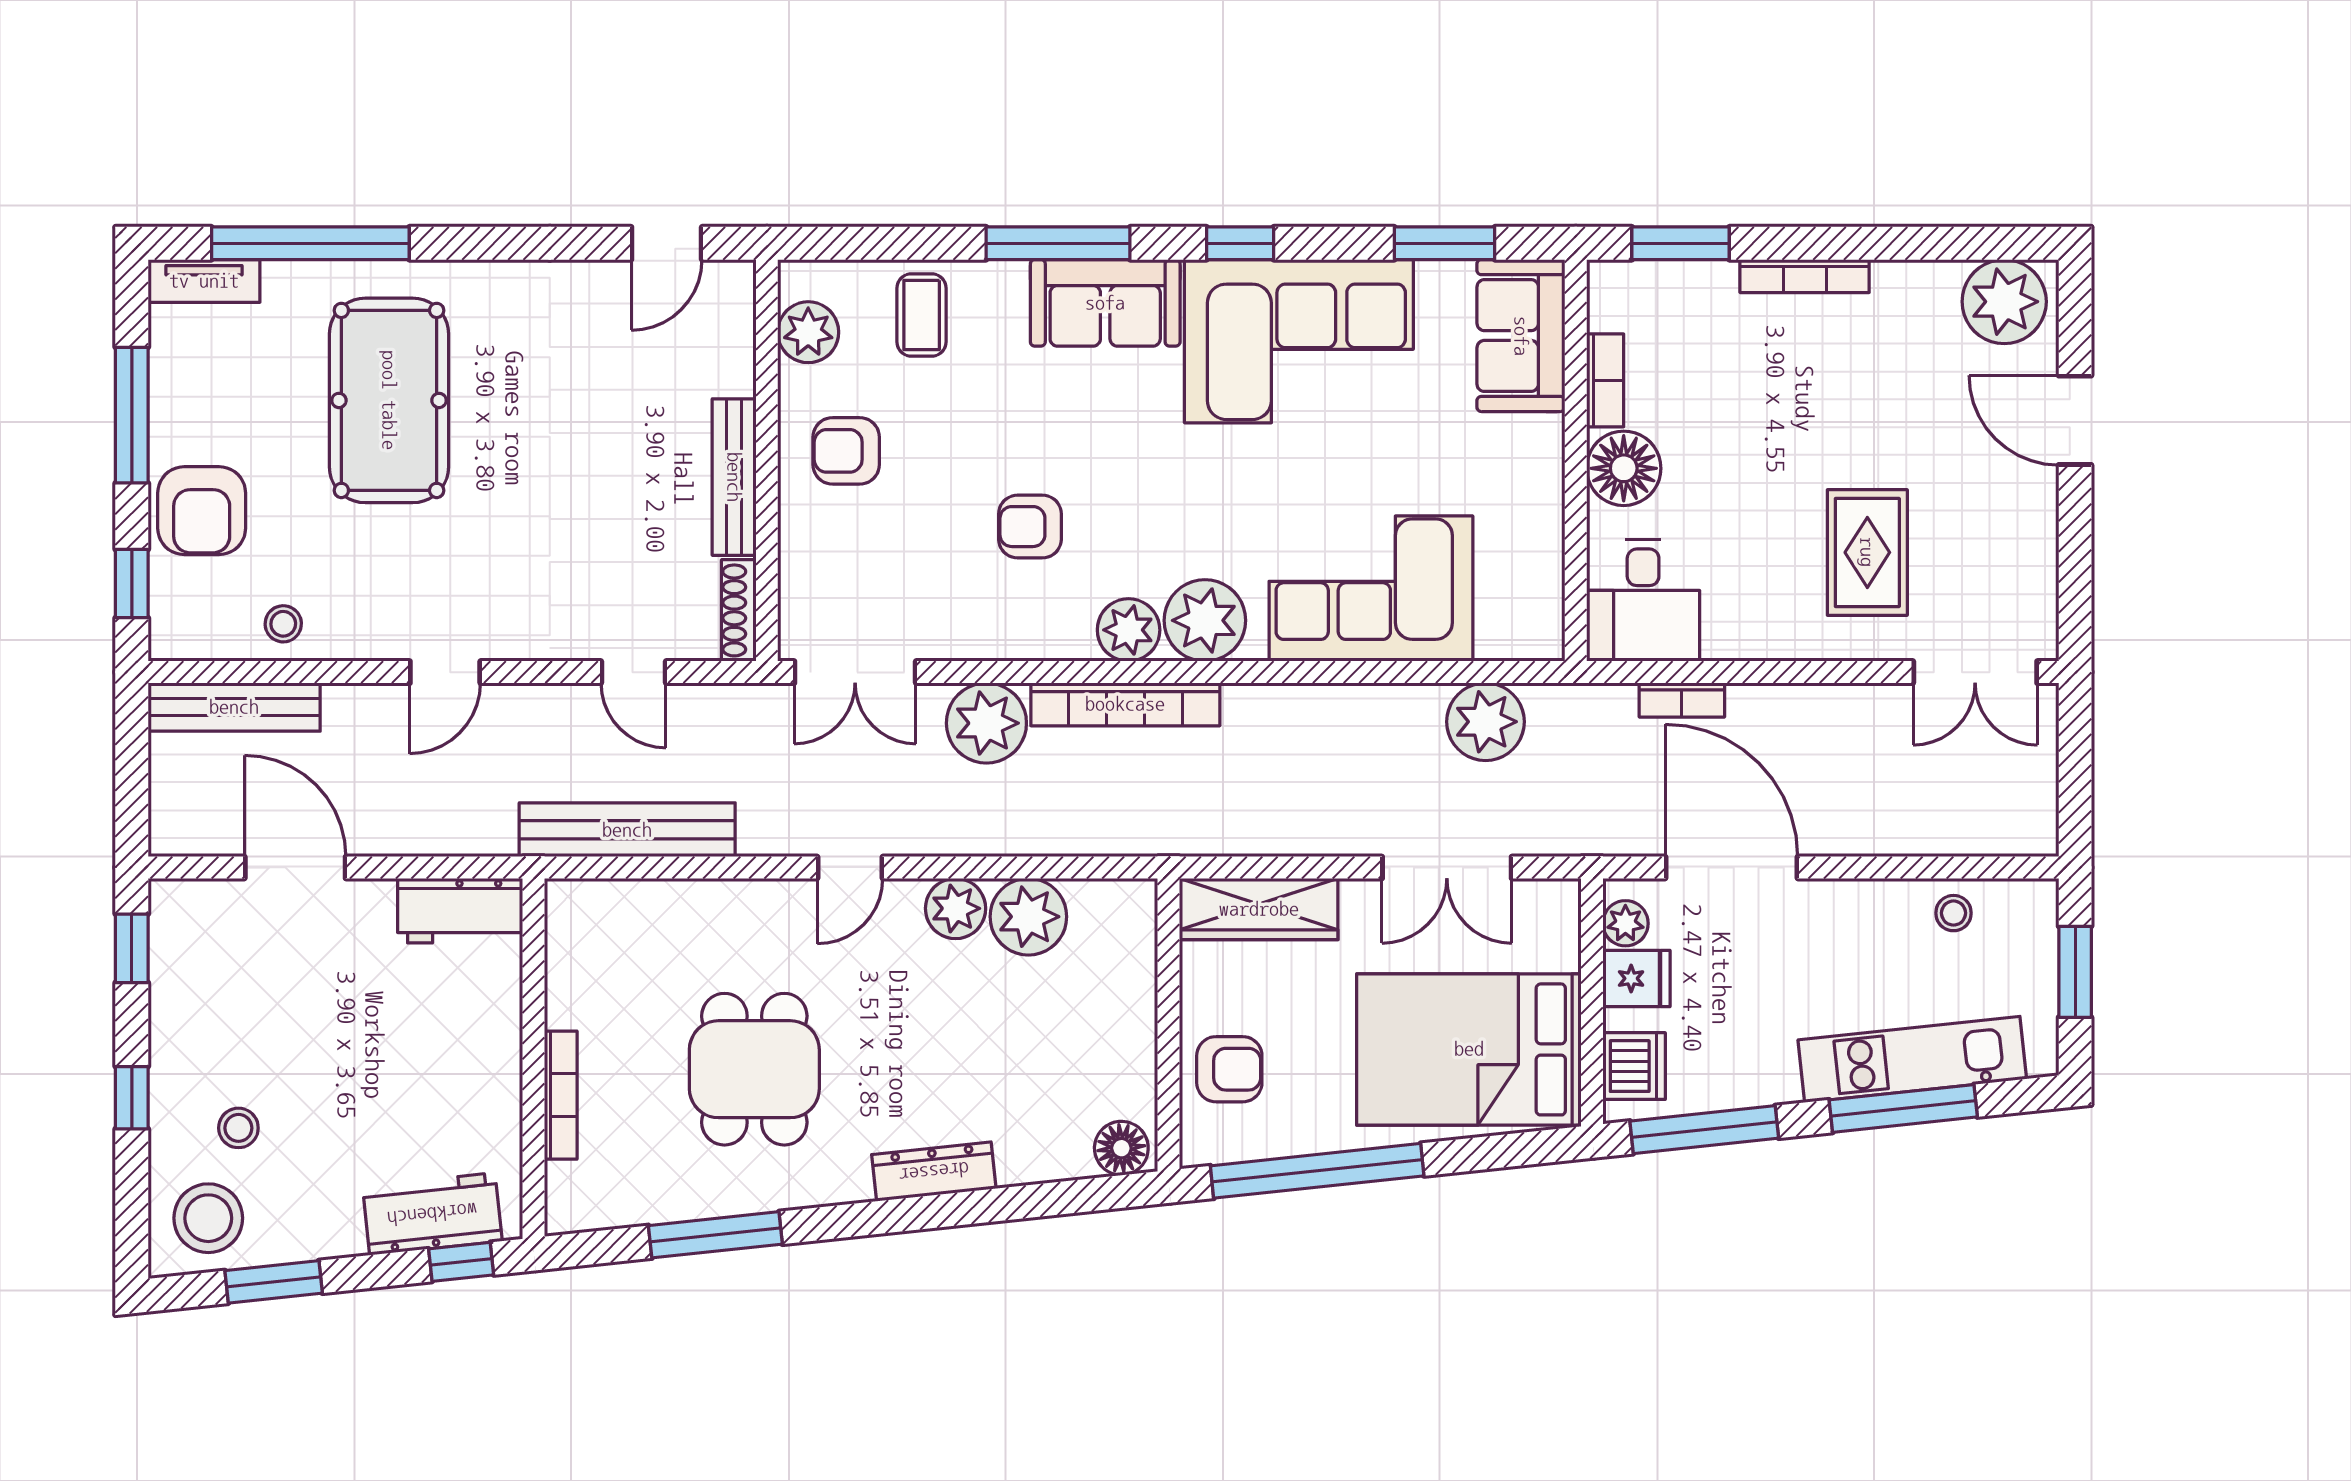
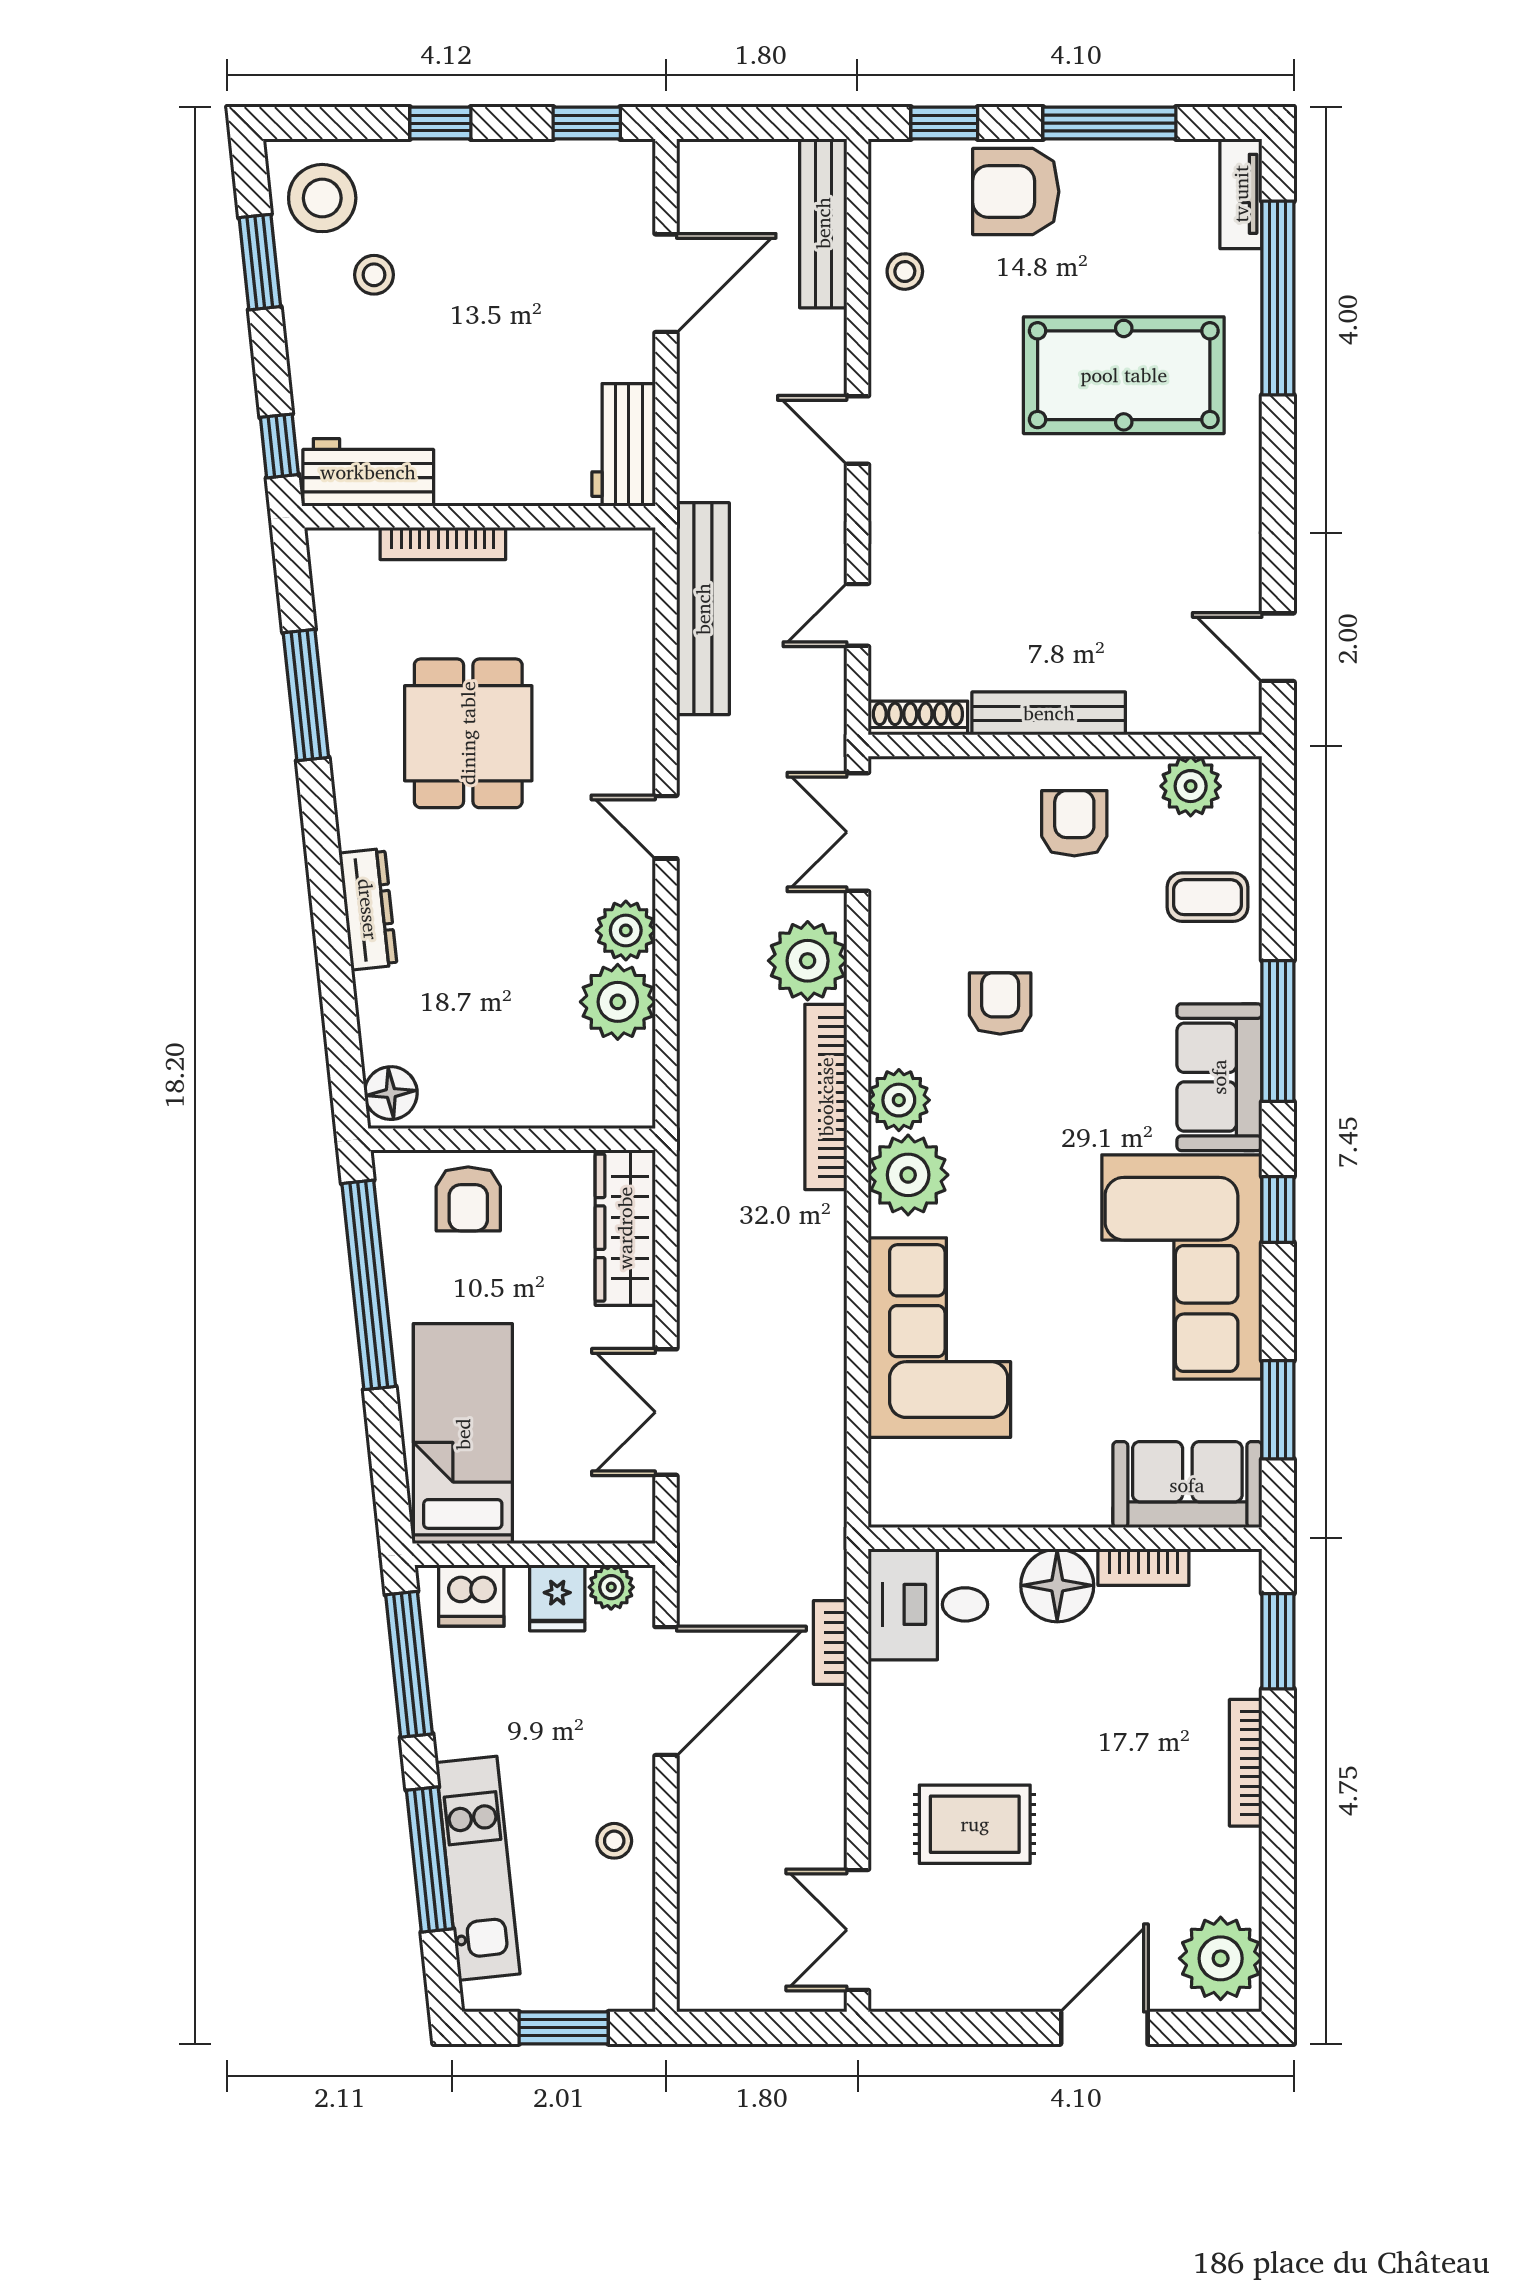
plant: (1486, 722) -> (809, 1450), removed
stool: (1954, 913) -> (614, 1841), moved
bed: (1469, 1049) -> (463, 1434), width x0.67
dining table: (754, 1069) -> (468, 733), turned 90
stool: (238, 1128) -> (374, 275), moved
workbench: (432, 1214) -> (368, 472), moved, turned -84

